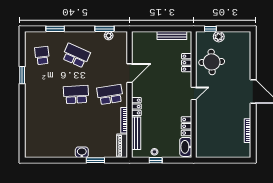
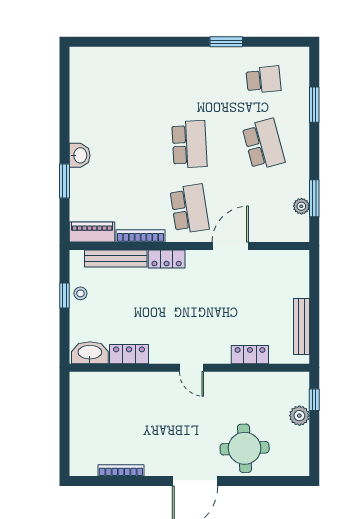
school desk: (76, 56) -> (264, 144), turned -39
round table: (212, 62) -> (245, 448), moved
door: (129, 73) -> (230, 246), swing flipped

